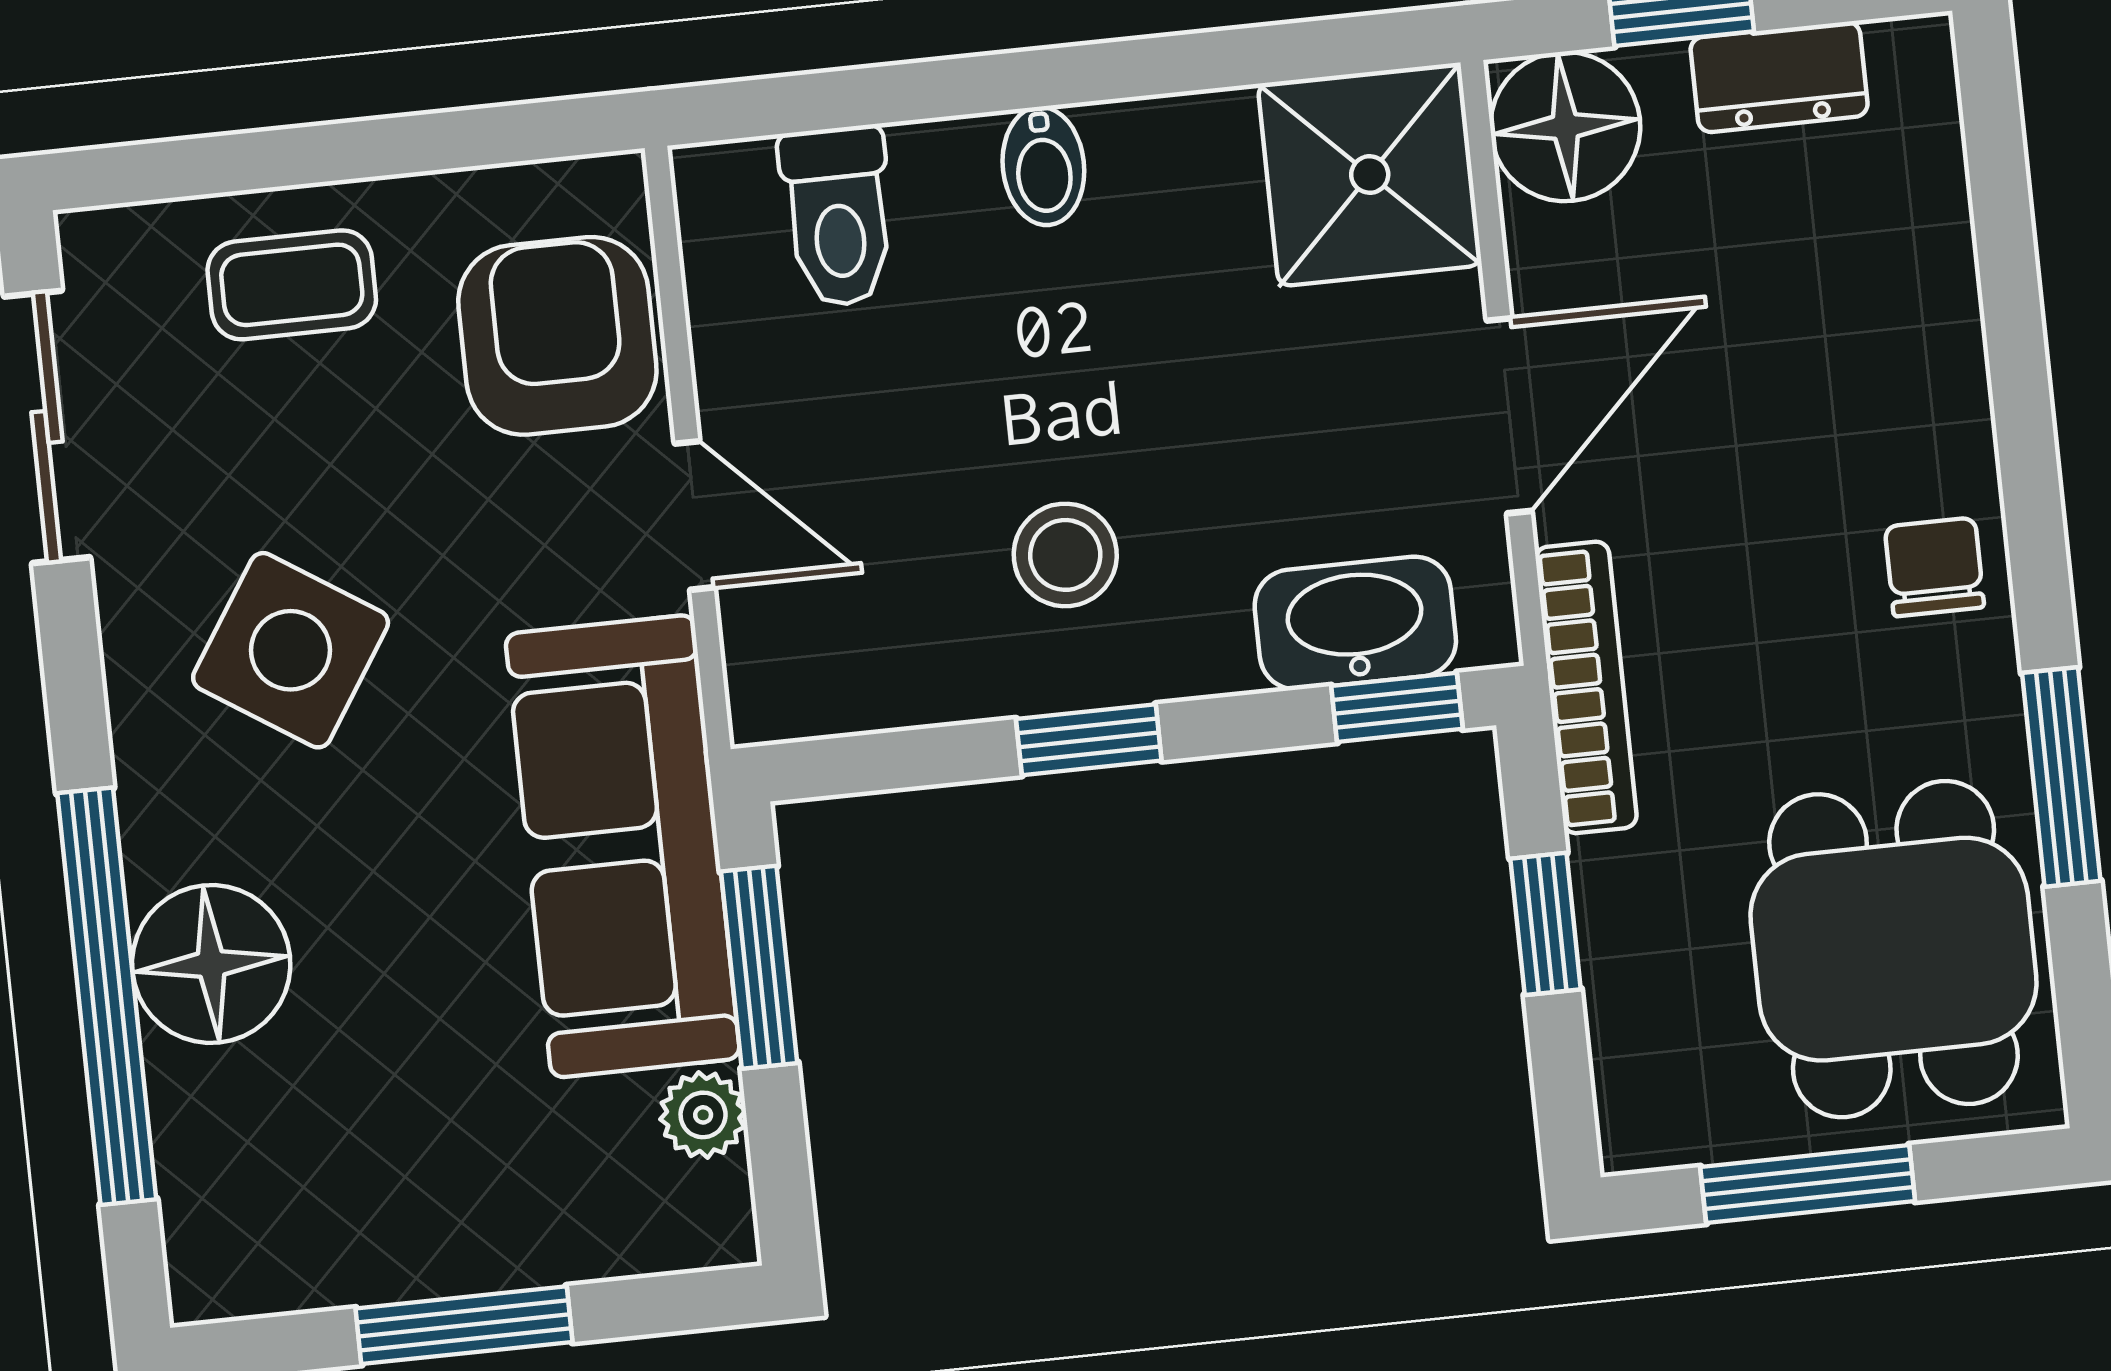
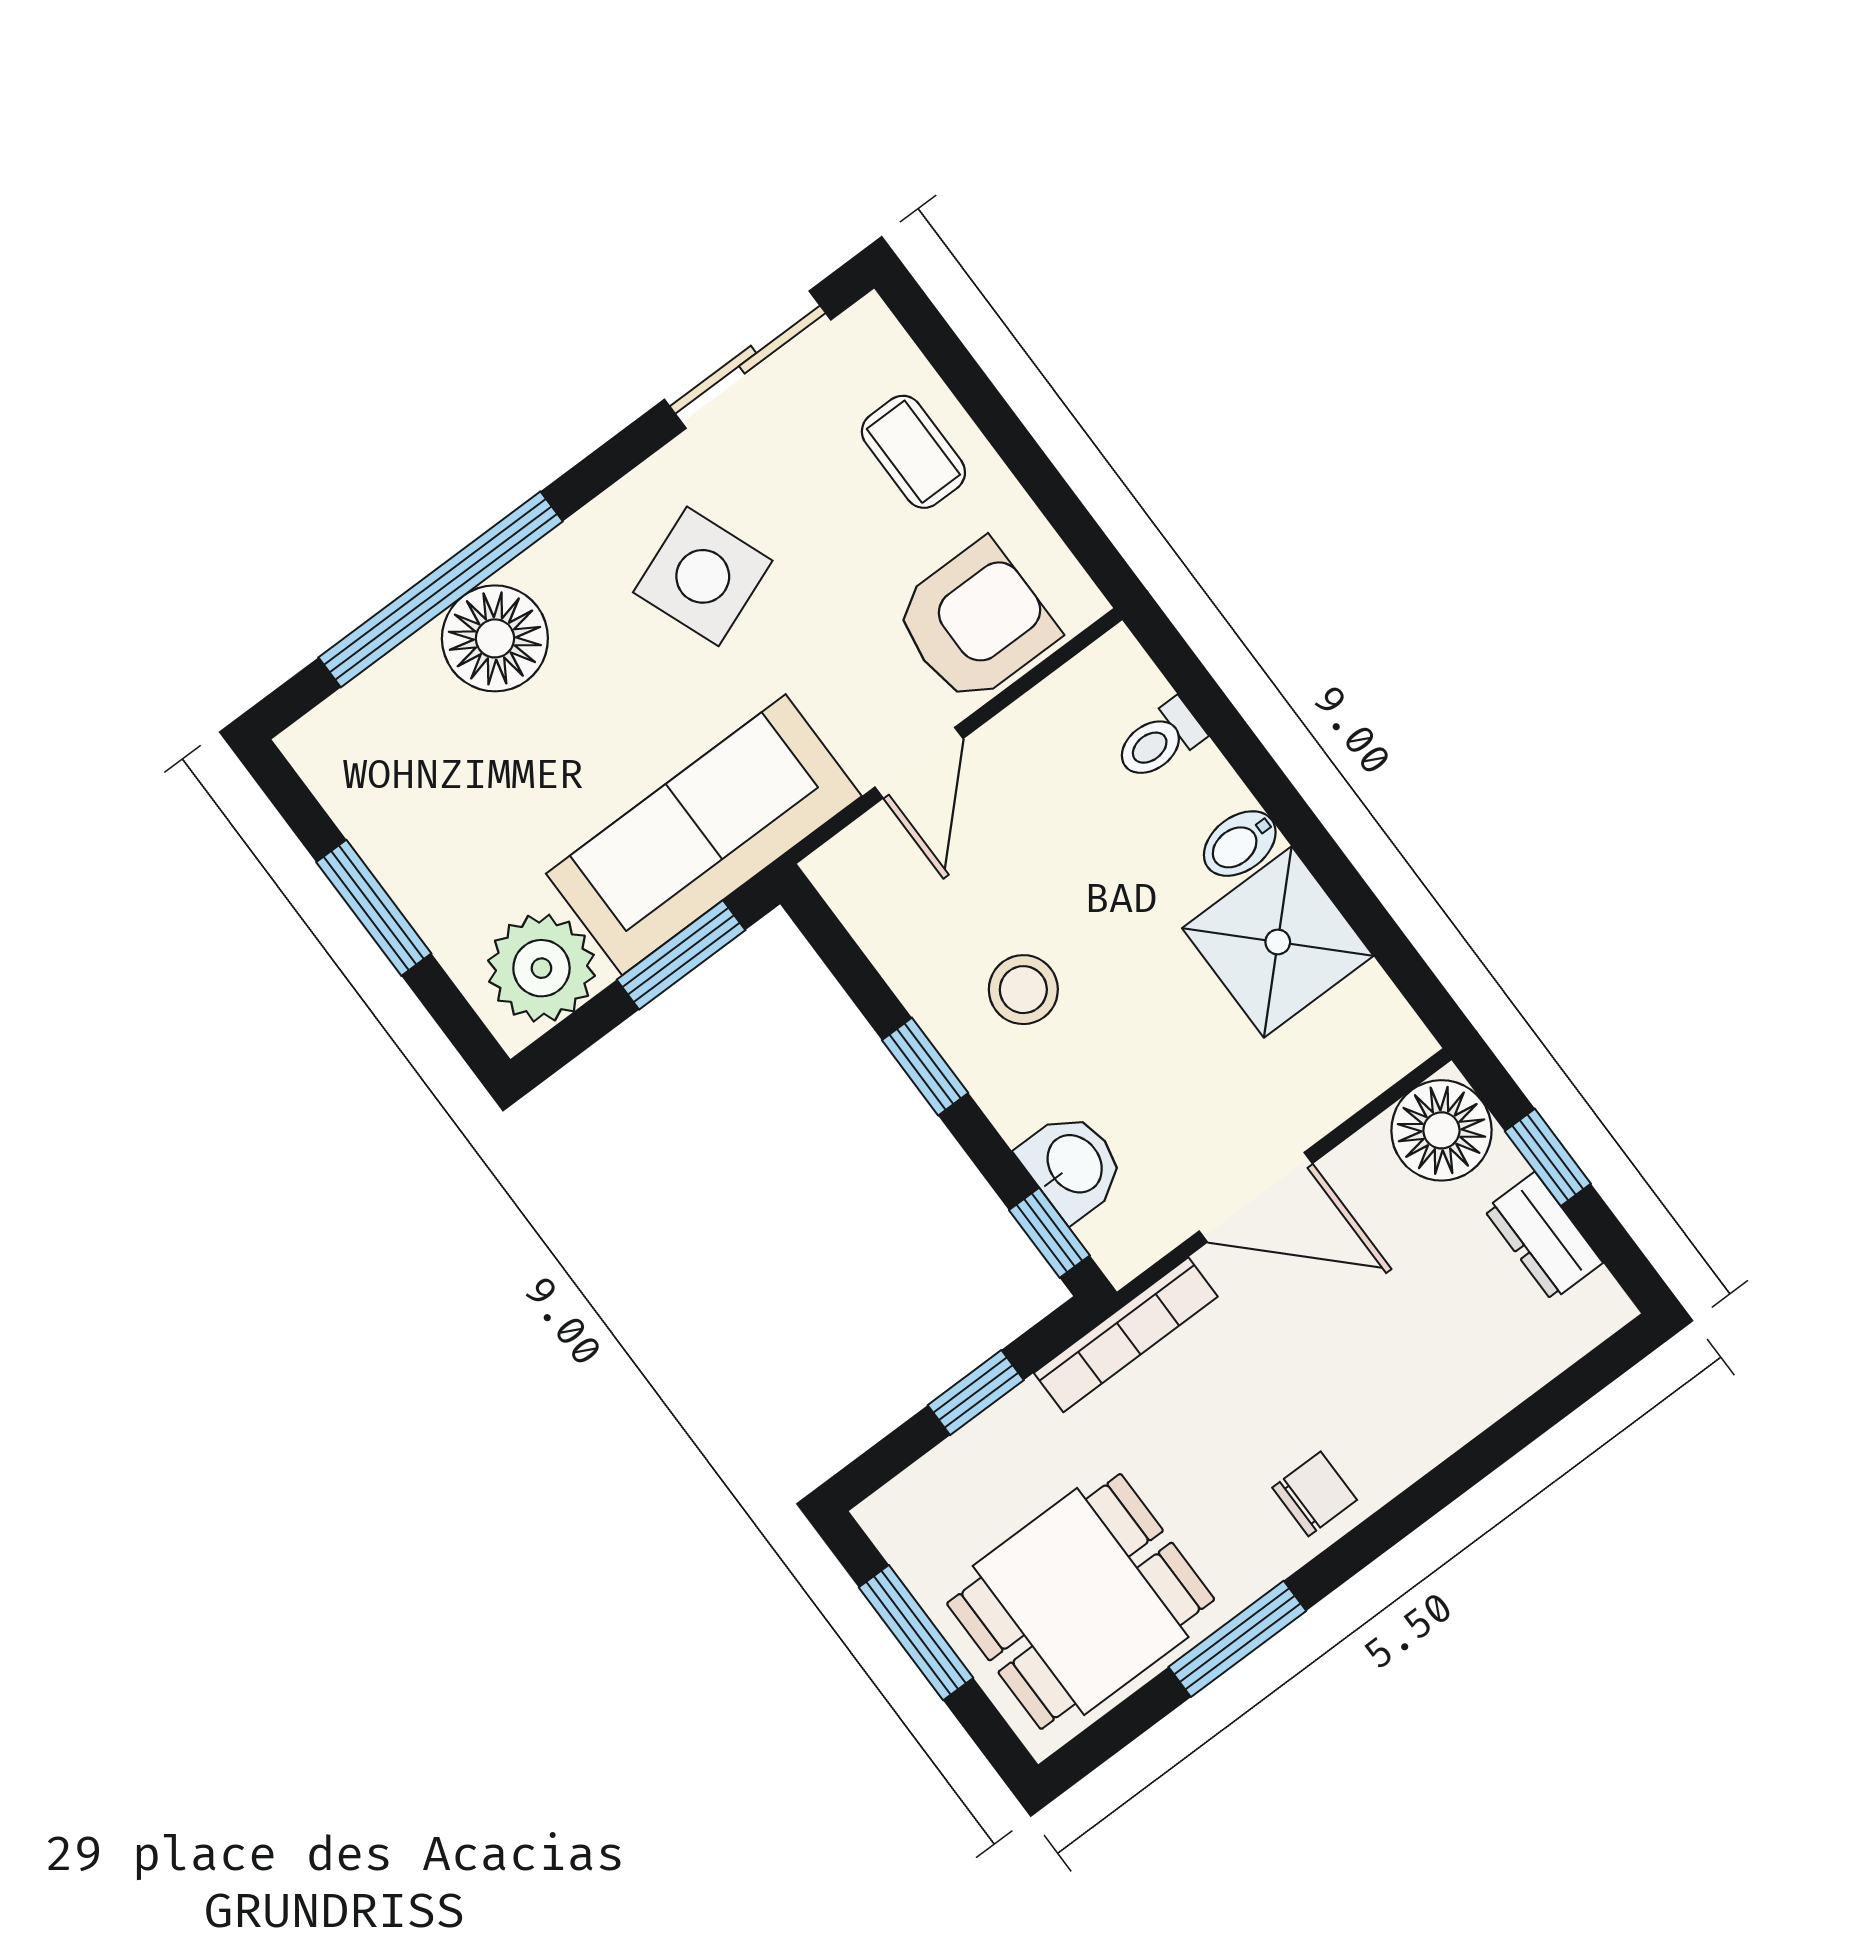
shower: (1370, 175) -> (1278, 942), moved
toilet: (838, 216) -> (1159, 740), width x0.73, depth x0.72
washbasin: (1355, 623) -> (1073, 1165), width x0.72
side table: (291, 650) -> (703, 576), turned 36
plant: (703, 1115) -> (541, 968), width x1.87, depth x1.87

